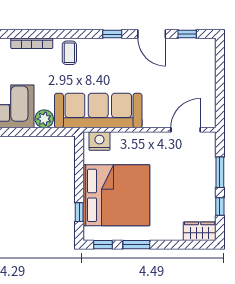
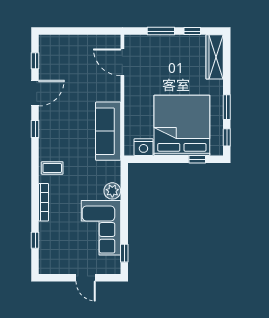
sofa: (98, 111) -> (108, 131), width x0.74, depth x0.79
nightstand: (99, 141) -> (143, 147), moved, turned -90
wardrobe: (200, 231) -> (215, 57), width x1.50

